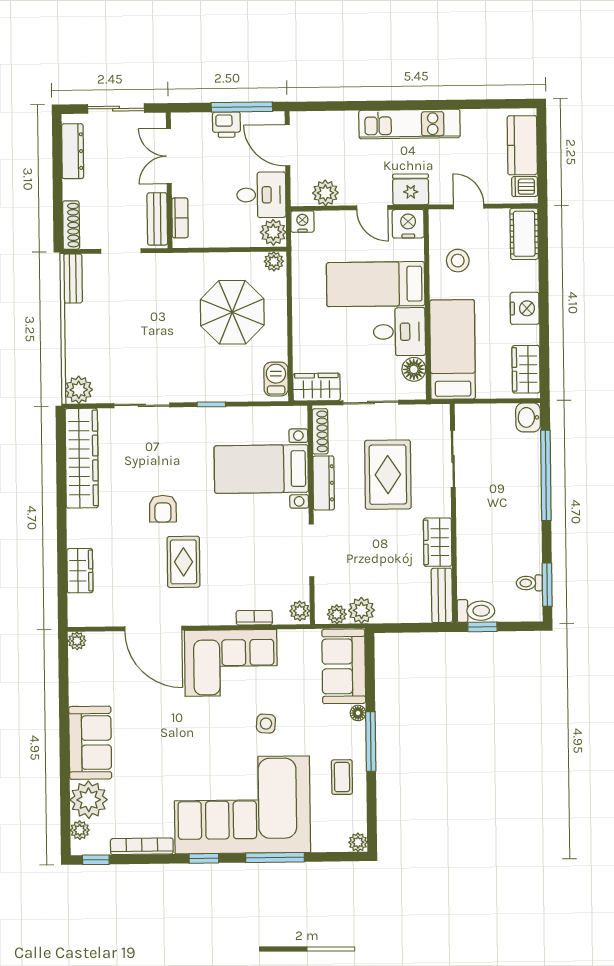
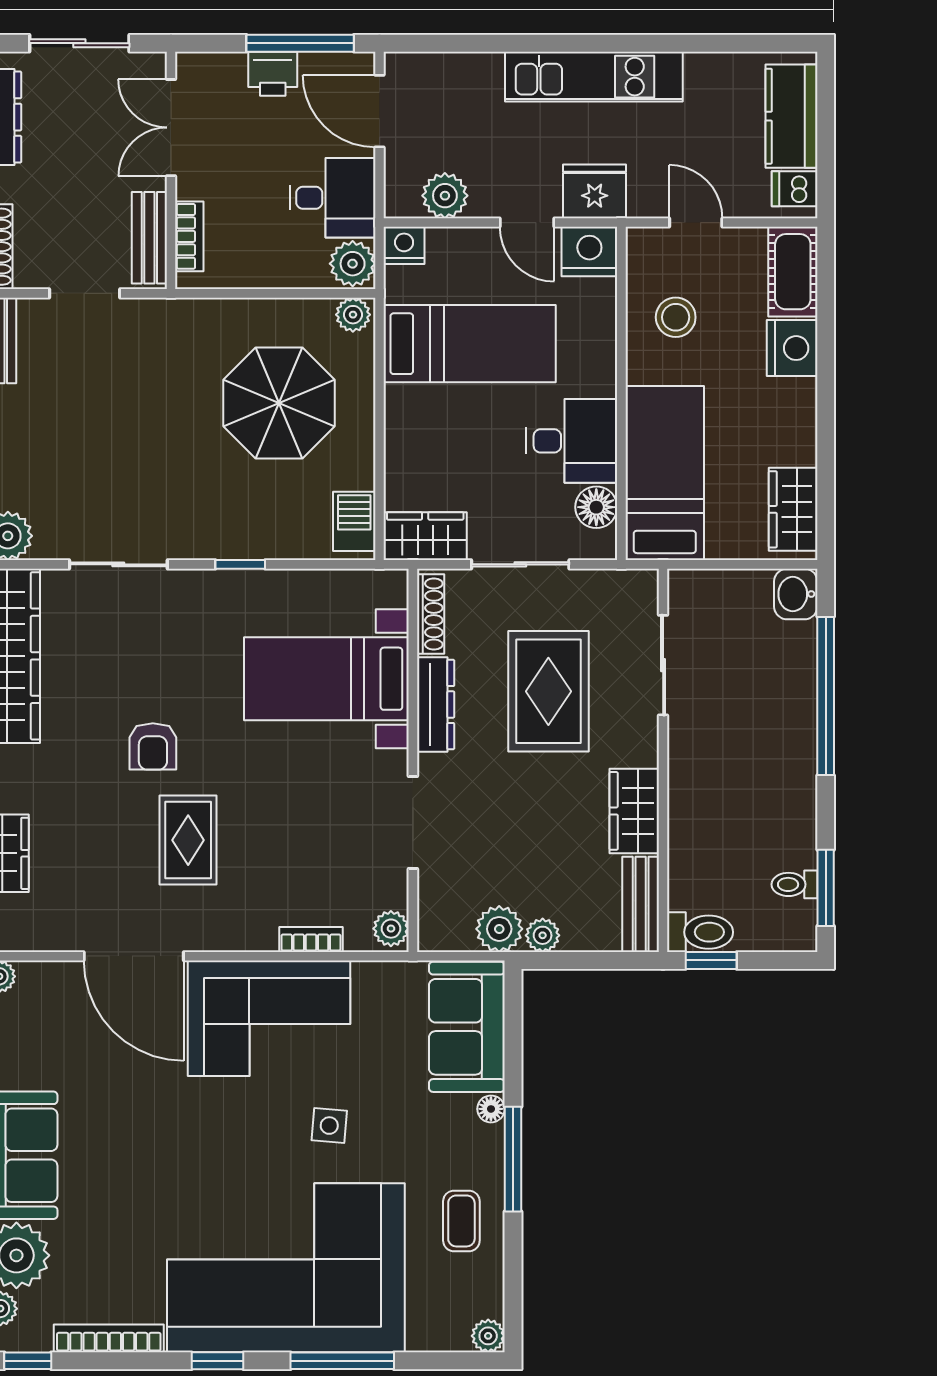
bed: (376, 284) -> (470, 344), moved, turned 180
nightstand: (525, 308) -> (792, 348), moved
plant: (337, 614) -> (543, 935), moved

